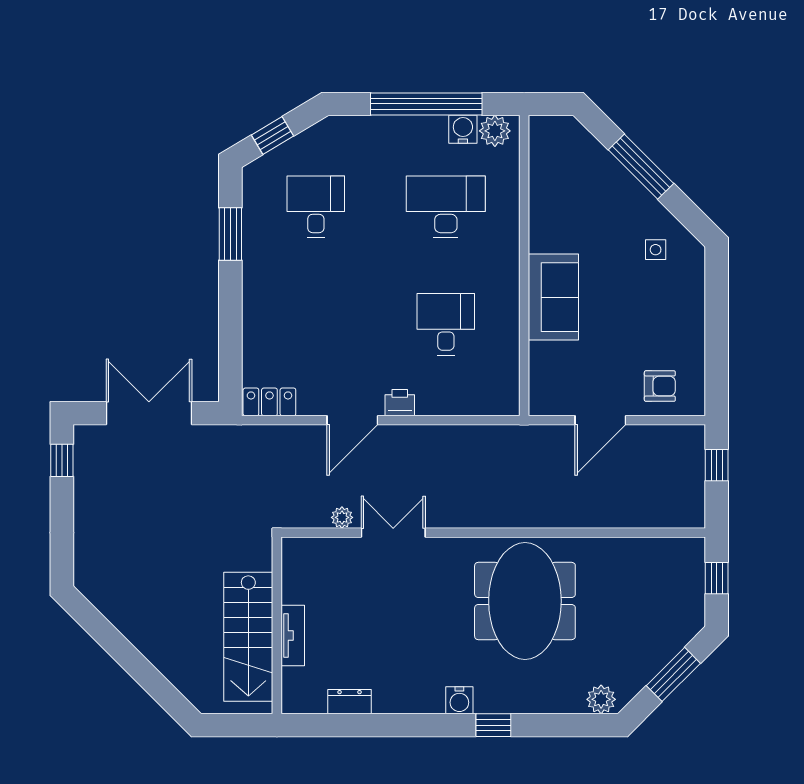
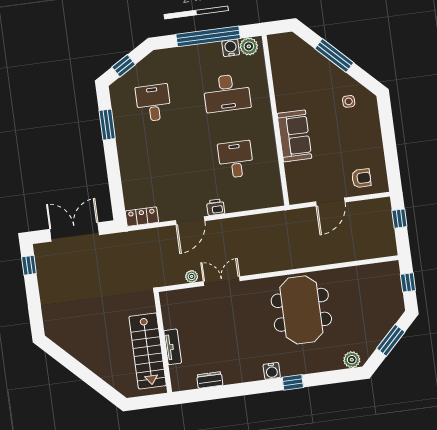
desk: (446, 207) -> (227, 93), turned 180

